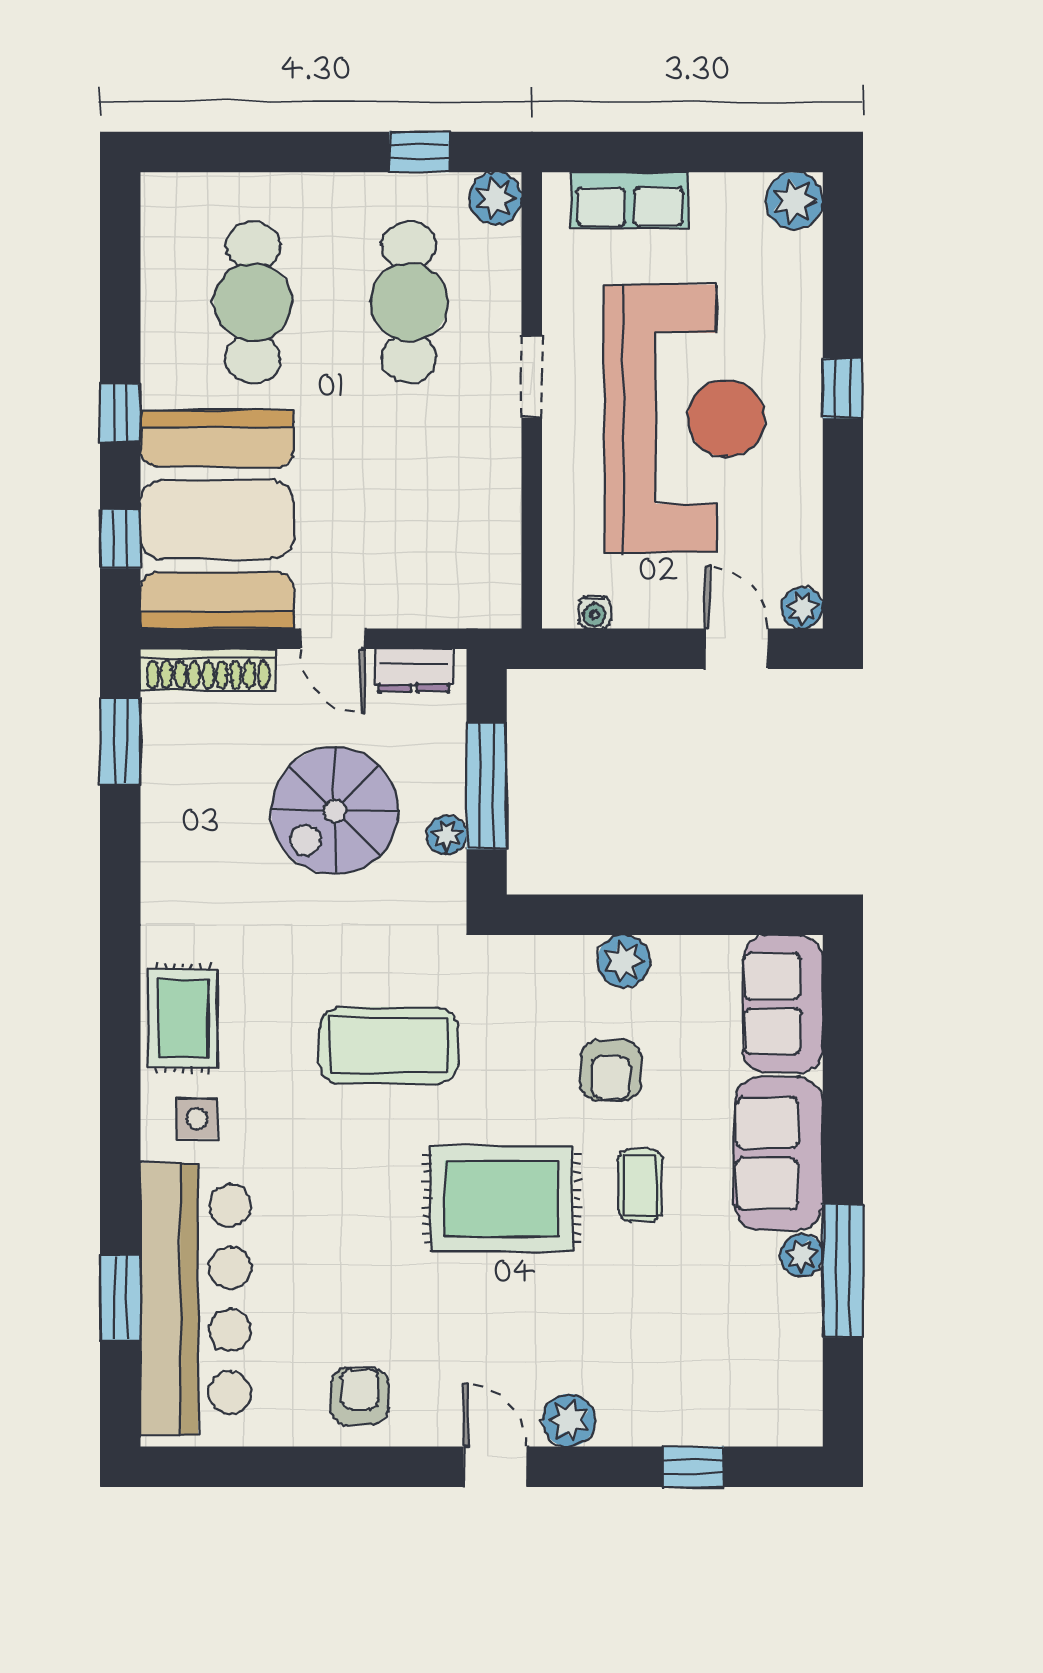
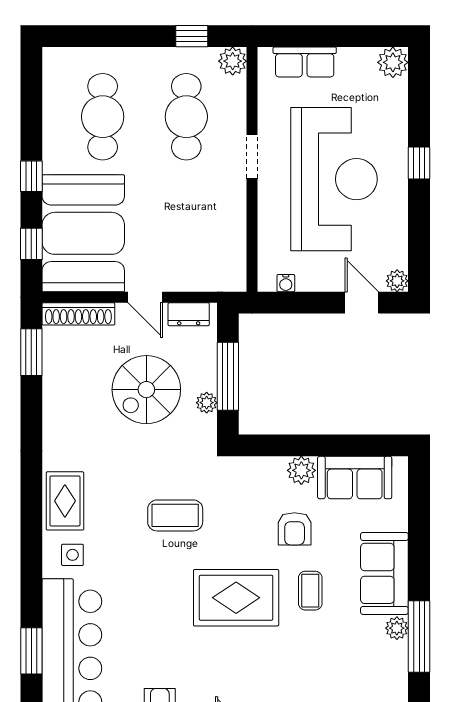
sofa: (783, 1004) -> (355, 478), moved, turned -90
coffee table: (388, 1045) -> (175, 515), width x0.73, depth x0.76

